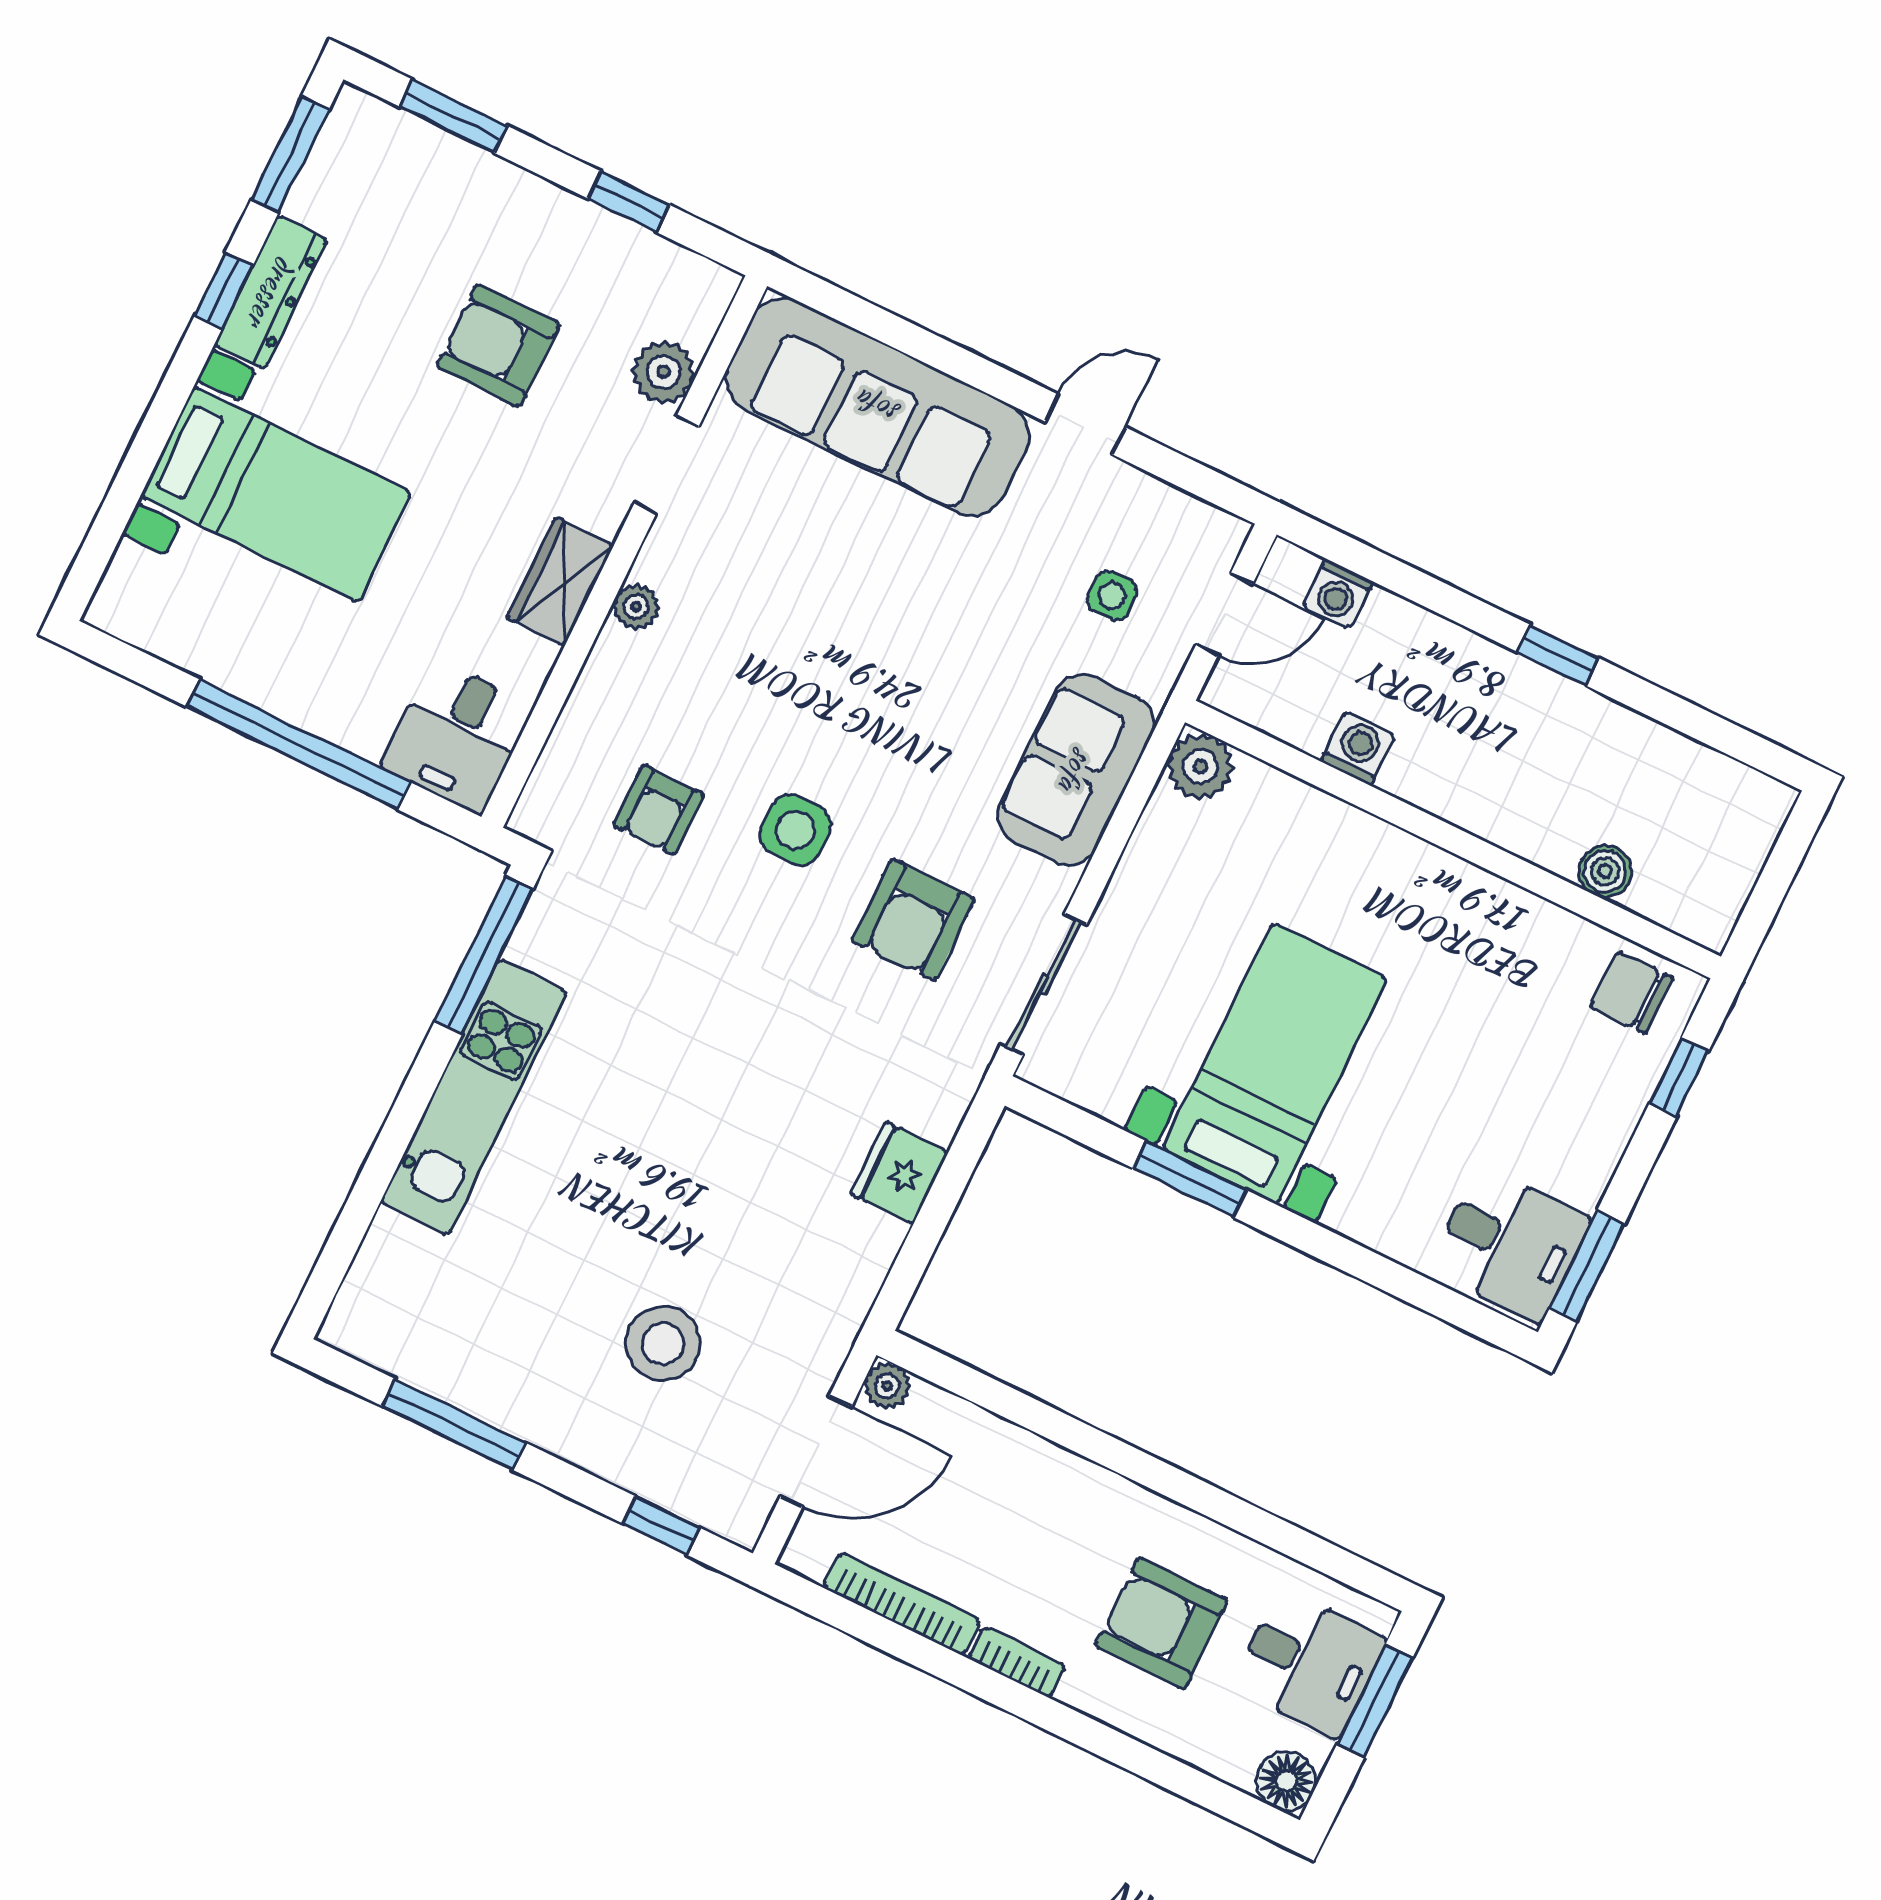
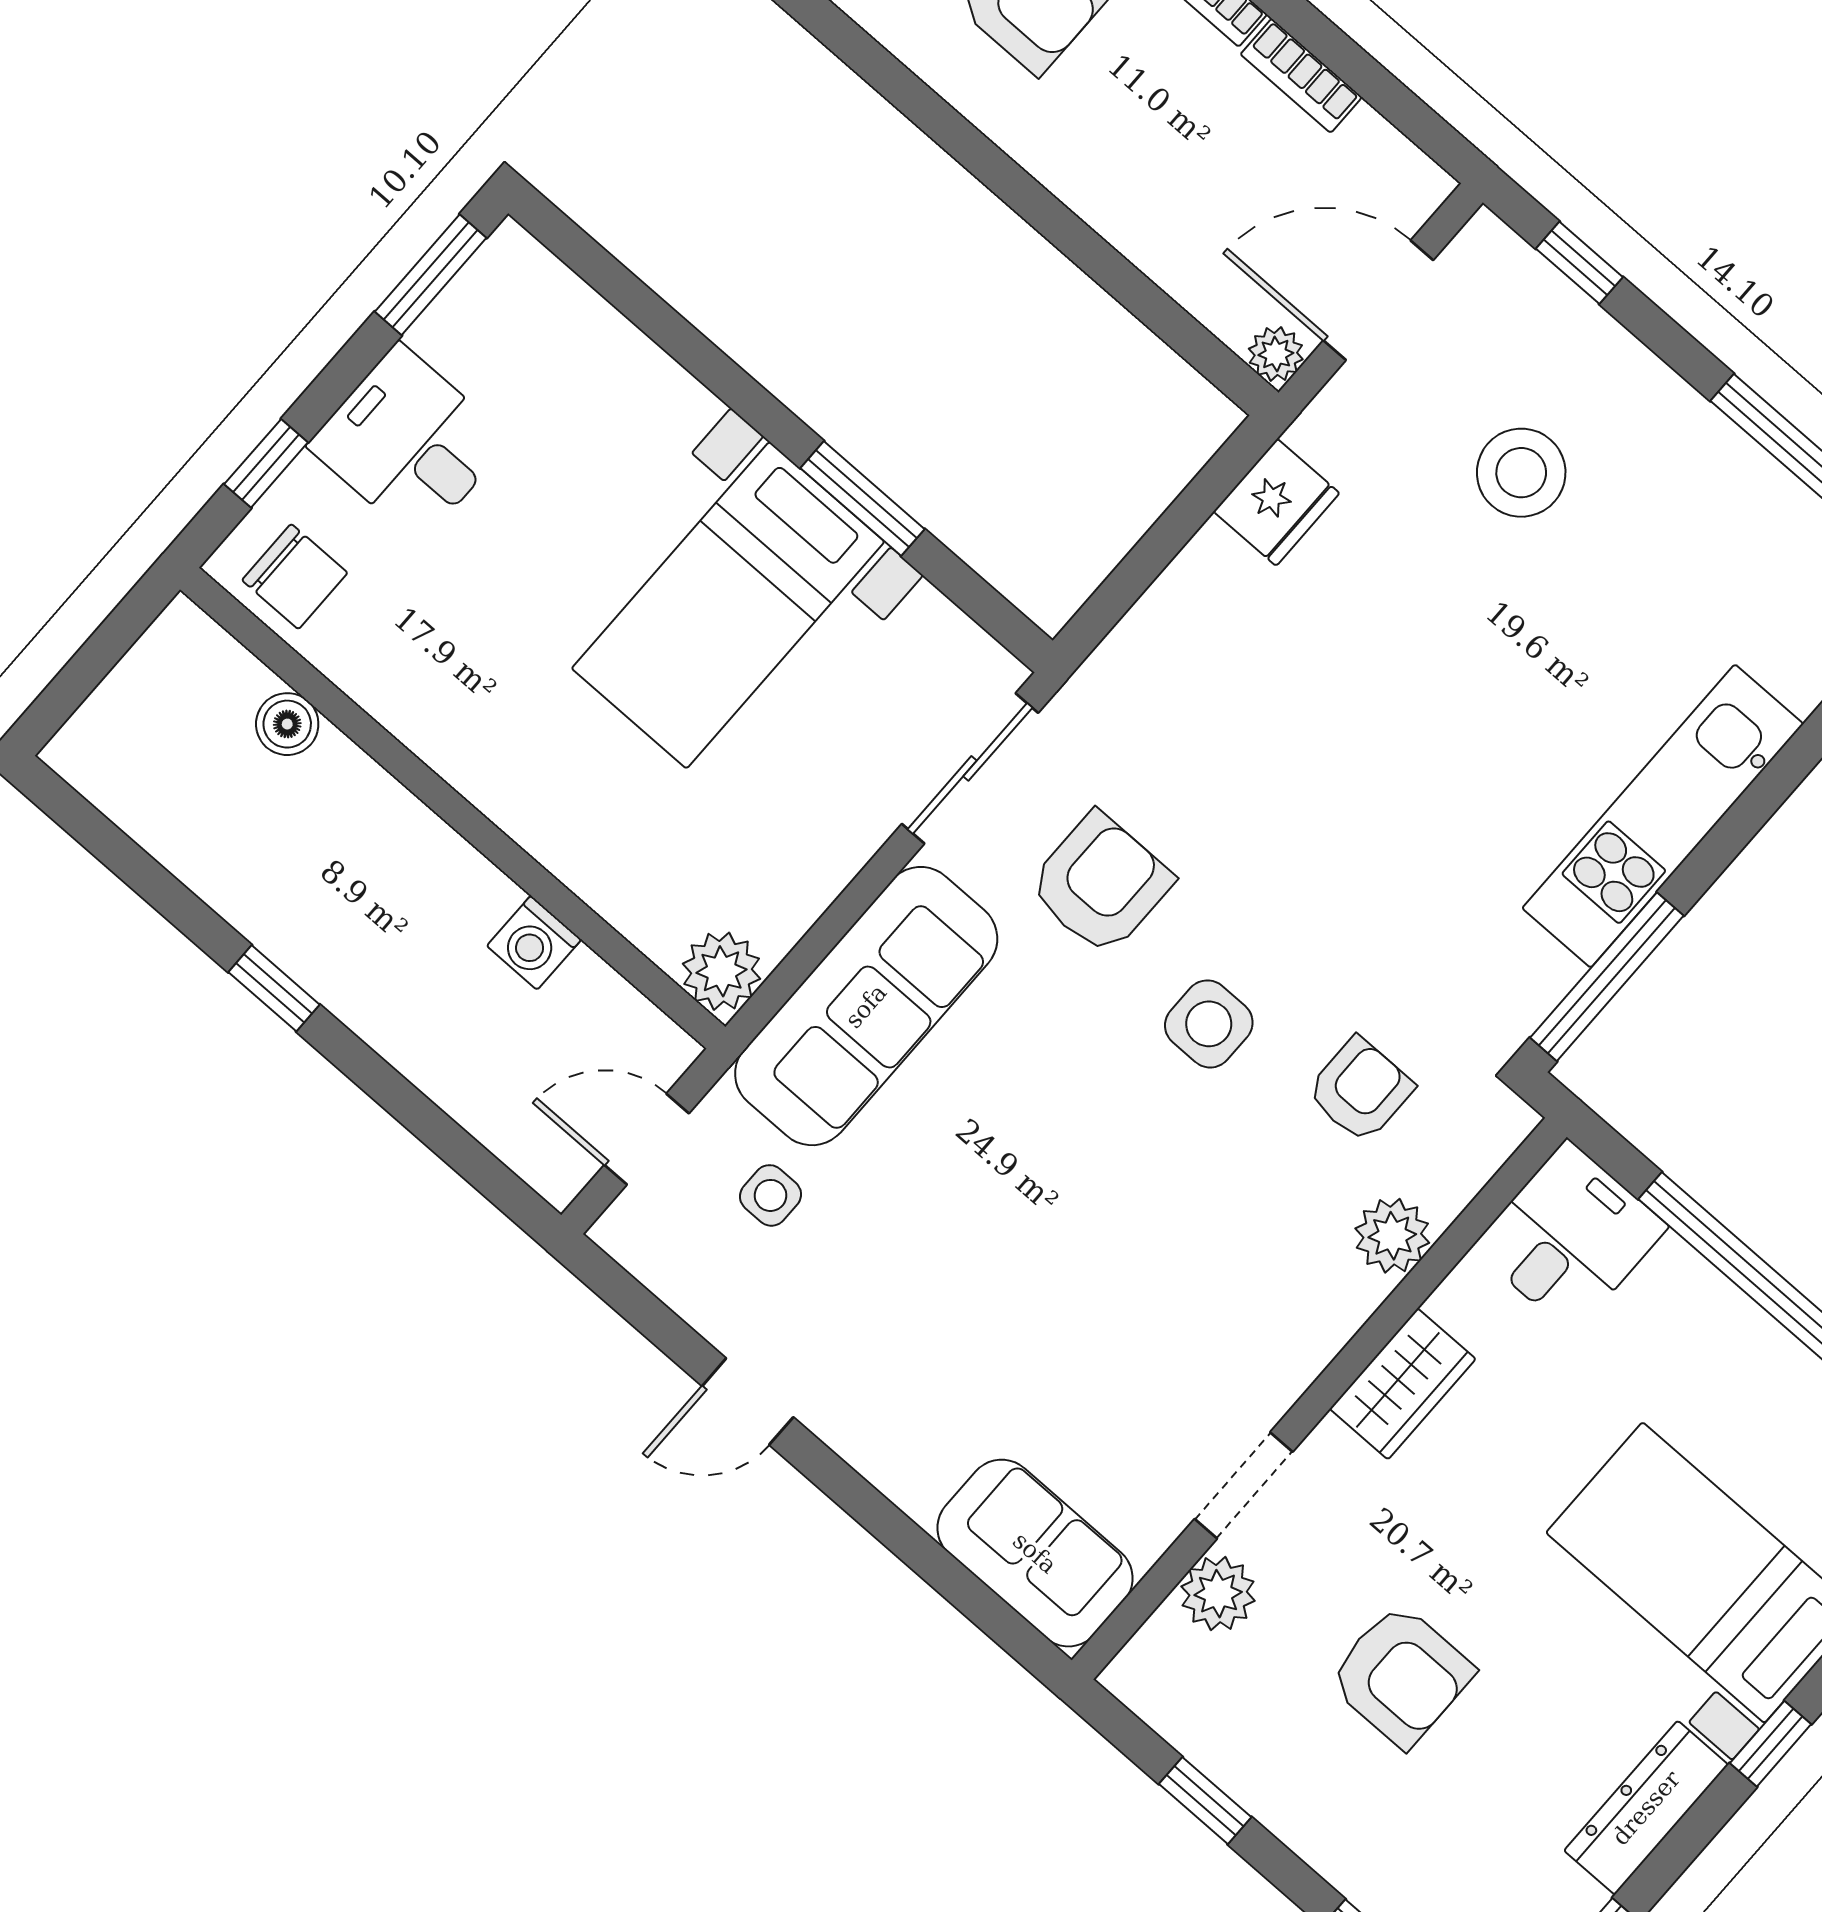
window: (224, 291) -> (1771, 1744), moved
sofa: (878, 407) -> (1035, 1553), width x0.54, depth x0.79
washing machine: (1338, 594) -> (509, 1127), removed
plant: (636, 607) -> (1392, 1236), moved, width x1.38, depth x1.38
sofa: (1076, 770) -> (866, 1006), width x1.36
fridge: (900, 1173) -> (1276, 502), moved
desk: (1510, 1244) -> (409, 443), moved
bookcase: (902, 1604) -> (1301, 76), width x0.64

